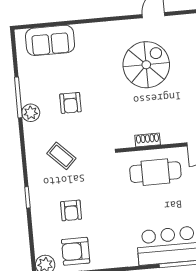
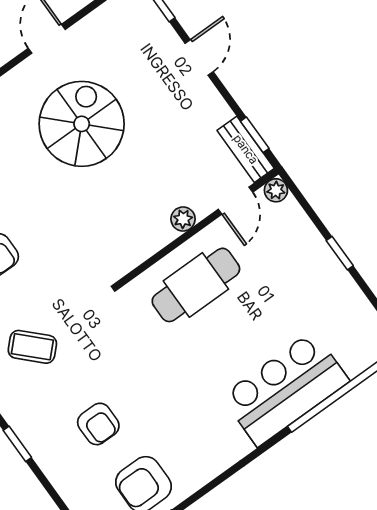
plant: (168, 138) -> (183, 219), added
shoe rack: (148, 140) -> (154, 242), removed

